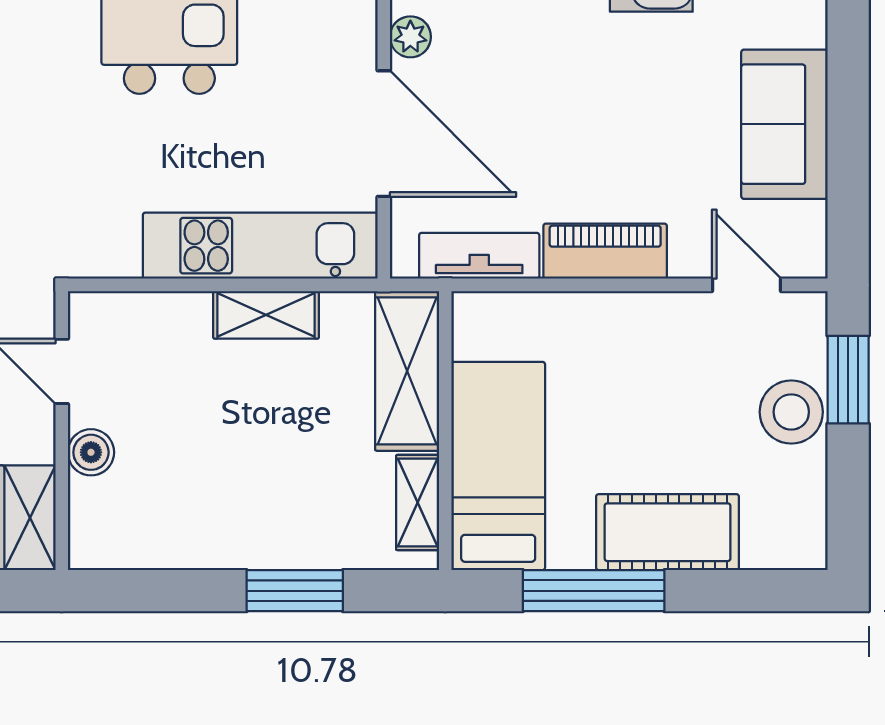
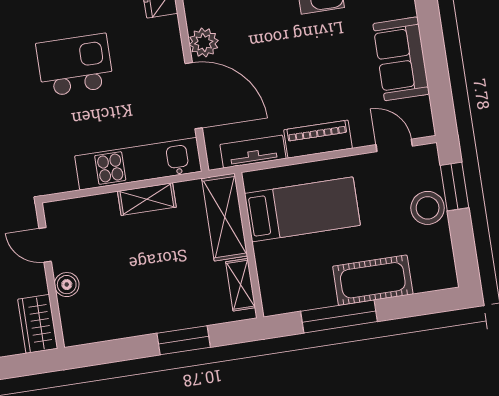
plant: (410, 37) -> (204, 43), width x1.38, depth x1.38
bed: (498, 466) -> (302, 209), moved, turned 90

